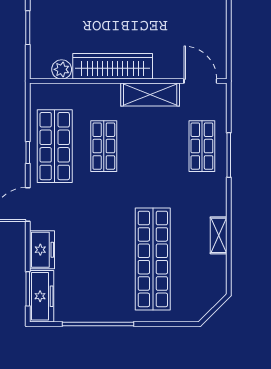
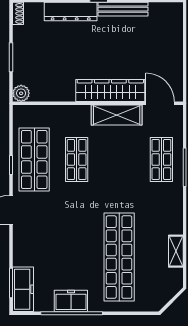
wardrobe: (113, 66) -> (110, 91), moved
plant: (62, 69) -> (21, 93), moved
shelving: (219, 235) -> (176, 251), moved
freezer: (42, 250) -> (71, 301), moved, turned -90

